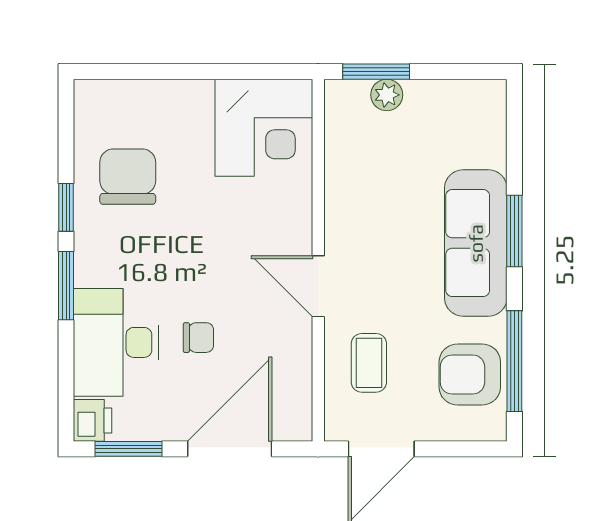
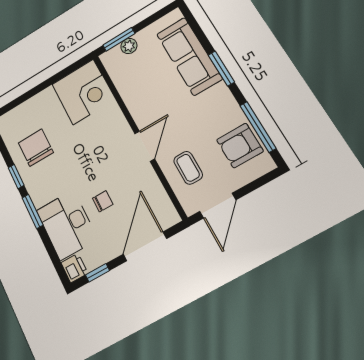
sofa: (476, 243) -> (189, 56), moved
door: (318, 286) -> (145, 146), swing flipped
window: (128, 449) -> (98, 273), width x0.67

